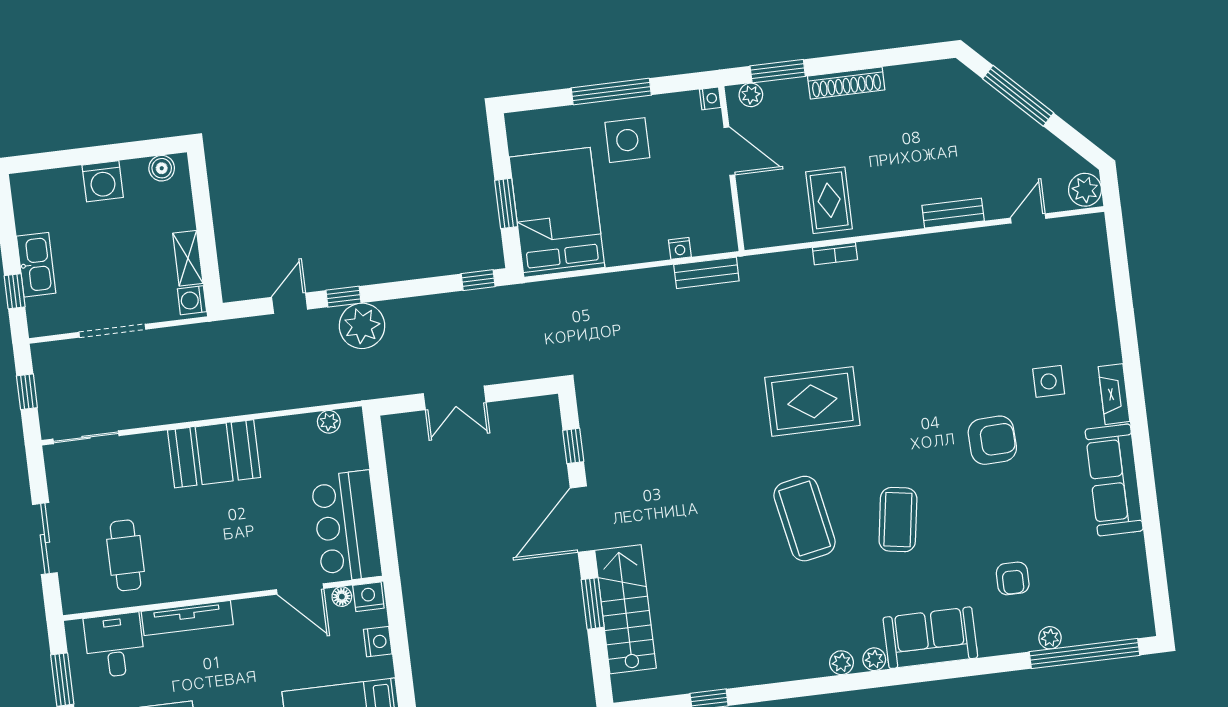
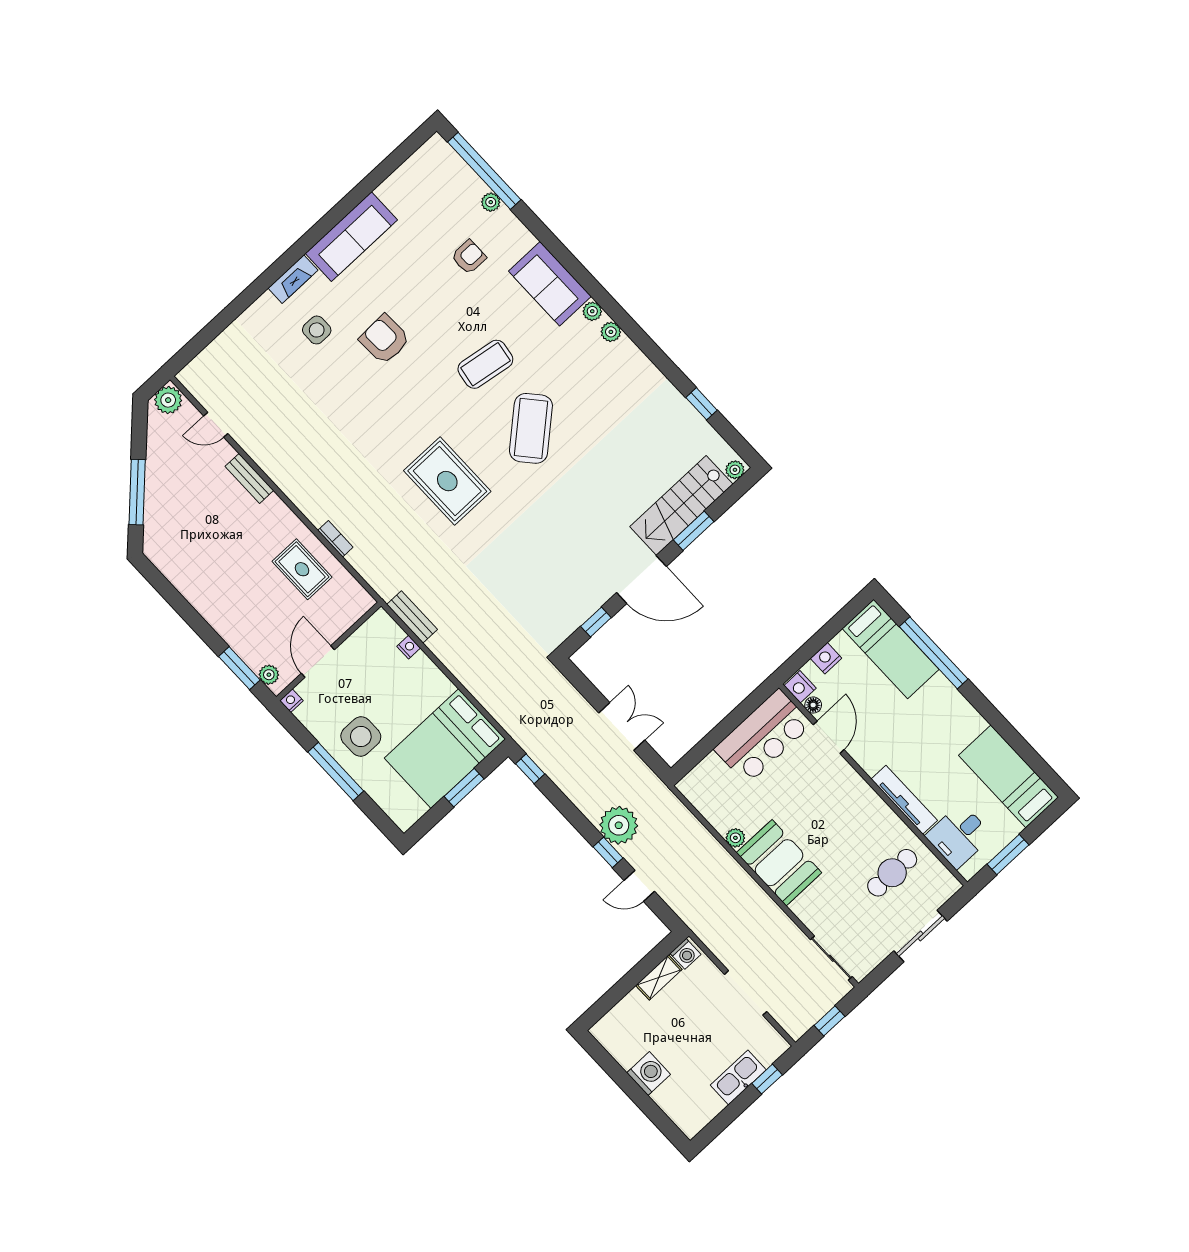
shoe rack: (846, 83) -> (214, 616), removed
boiler: (162, 168) -> (610, 1040), removed
rug: (829, 200) -> (302, 569), turned 90
plant: (329, 422) -> (735, 838), moved
coffee table: (805, 519) -> (531, 428), turned -30
plant: (622, 686) -> (735, 470), added

